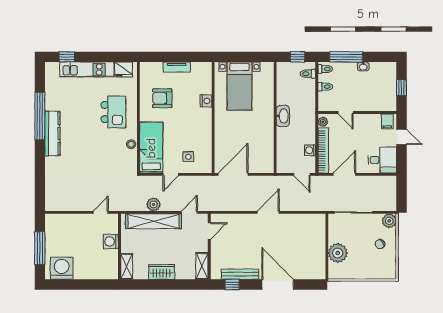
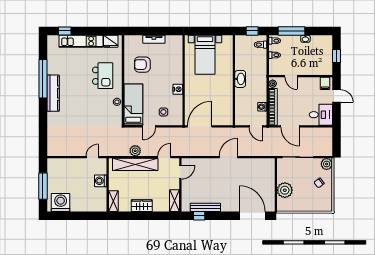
nightstand: (206, 101) -> (178, 89), moved
door: (344, 174) -> (290, 126), swing flipped
door: (278, 284) -> (252, 216), moved

